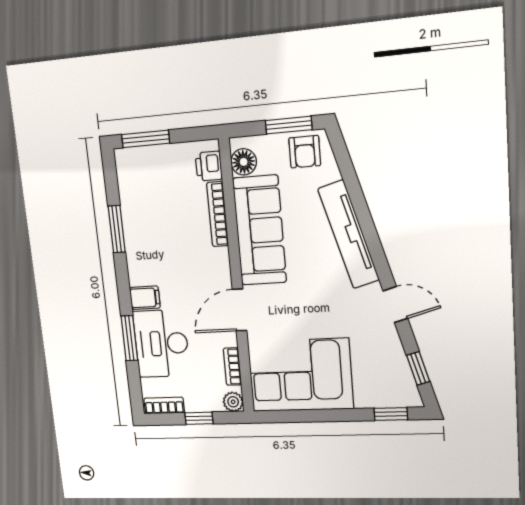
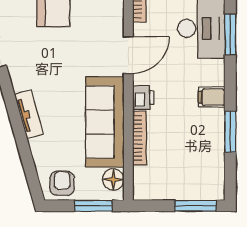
window: (289, 125) -> (93, 206), moved
printer: (209, 166) -> (143, 98), moved
tv unit: (348, 235) -> (29, 114), width x0.52, depth x0.78
filing cabinet: (145, 298) -> (212, 97), moved

